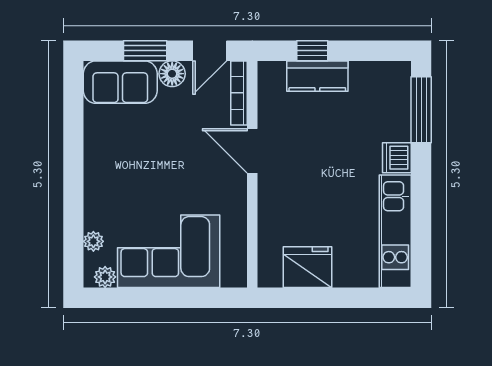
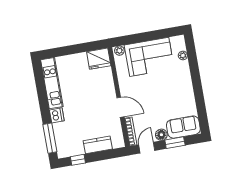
window: (312, 51) -> (78, 160), moved
fridge: (308, 267) -> (99, 59), moved
plant: (105, 277) -> (119, 51), moved

